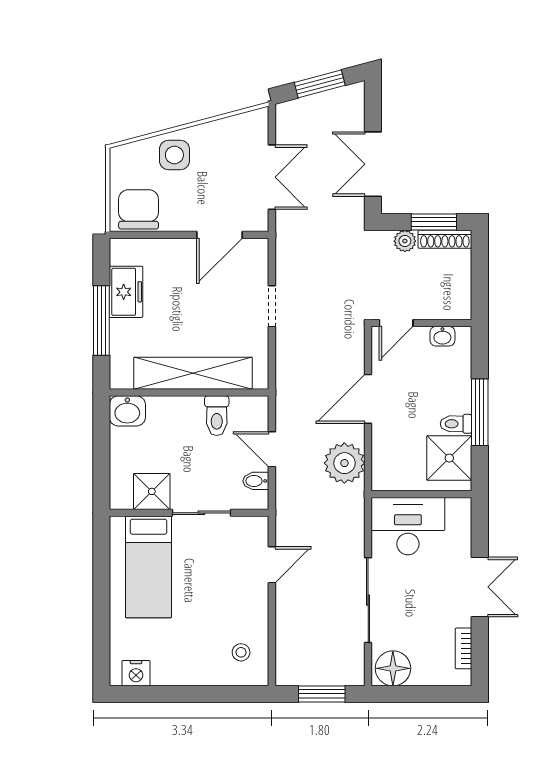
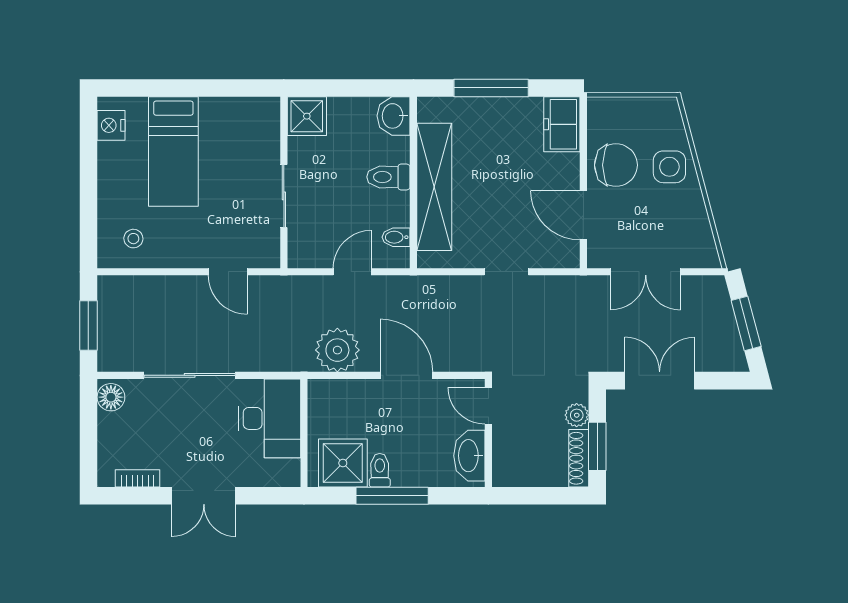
chair: (139, 209) -> (616, 165), moved
freezer: (126, 292) -> (562, 124), moved, turned 90
washbasin: (442, 336) -> (469, 456), width x1.91, depth x1.45
toilet: (217, 416) -> (388, 177), moved
bidet: (256, 481) -> (396, 237), moved, turned -90
shower: (152, 491) -> (307, 116), moved
bed: (149, 567) -> (173, 152), moved, turned -90
floor lamp: (393, 668) -> (111, 397), width x0.73, depth x0.73

